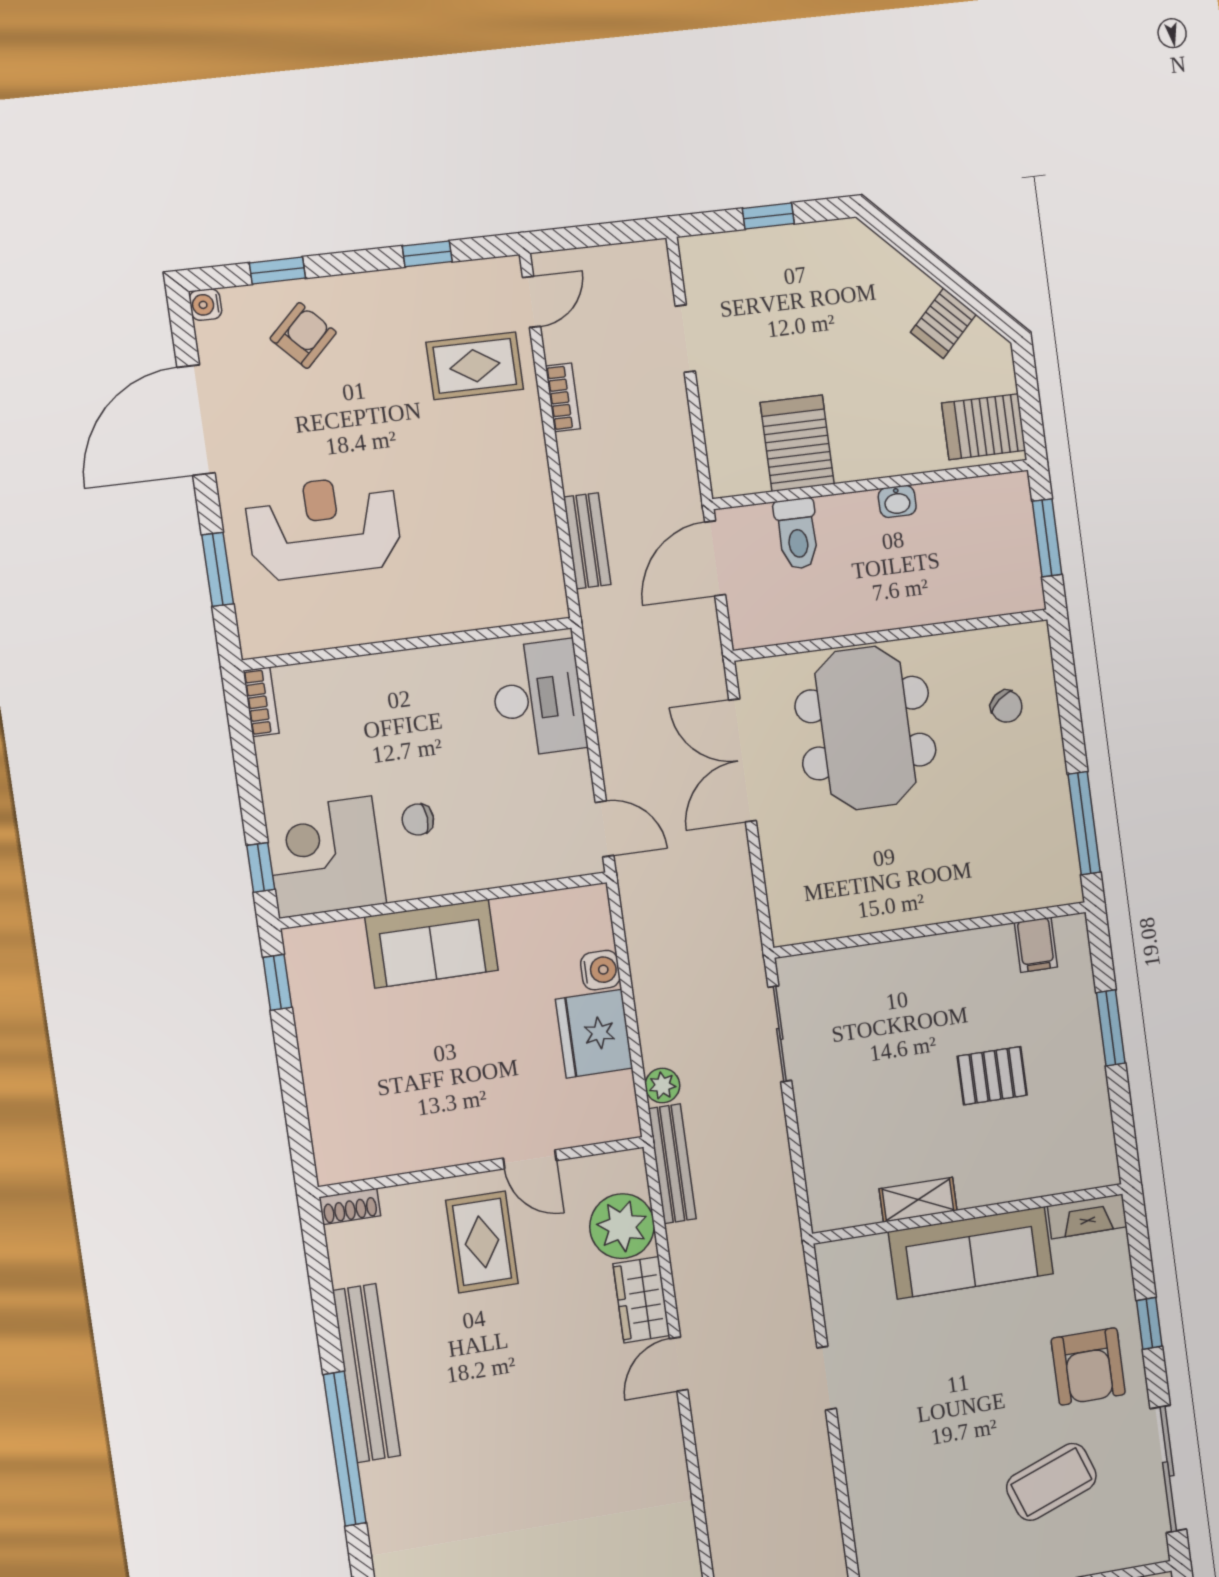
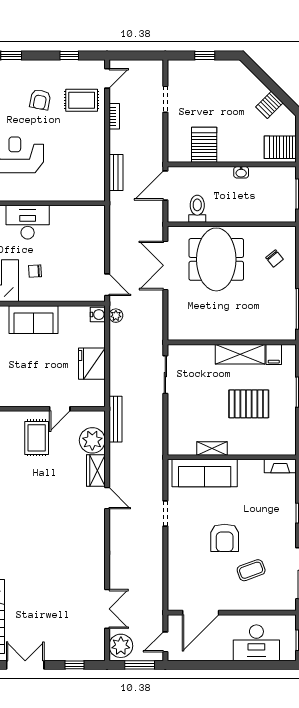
armchair: (303, 336) -> (40, 100), moved, turned 145
toilet: (797, 534) -> (197, 209), moved, turned 180
desk: (538, 698) -> (28, 222), moved, turned -90
shelving: (955, 956) -> (240, 354), added
water cooler: (600, 970) -> (98, 315), moved
pallet: (992, 1076) -> (249, 404), width x1.50, depth x1.42
plant: (662, 1086) -> (116, 316), moved
door: (530, 1159) -> (60, 409), hinge flipped
sofa: (971, 1253) -> (205, 473), moved
door: (679, 1364) -> (107, 498), swing flipped
armchair: (1088, 1366) -> (225, 538), moved
coffee table: (1051, 1482) -> (251, 570), width x0.73, depth x0.77

